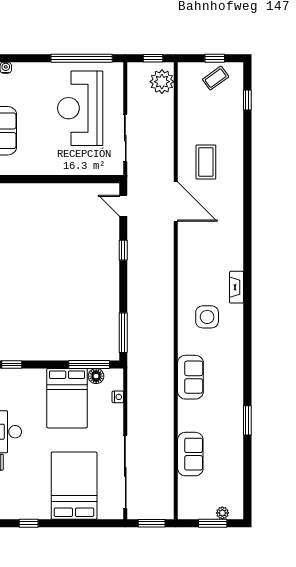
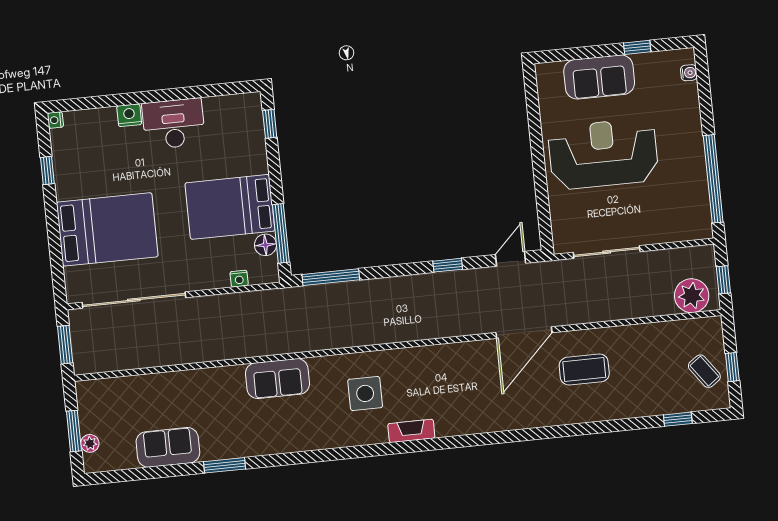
reception desk: (80, 108) -> (603, 154), moved
sofa: (190, 454) -> (168, 447), moved, turned 180

